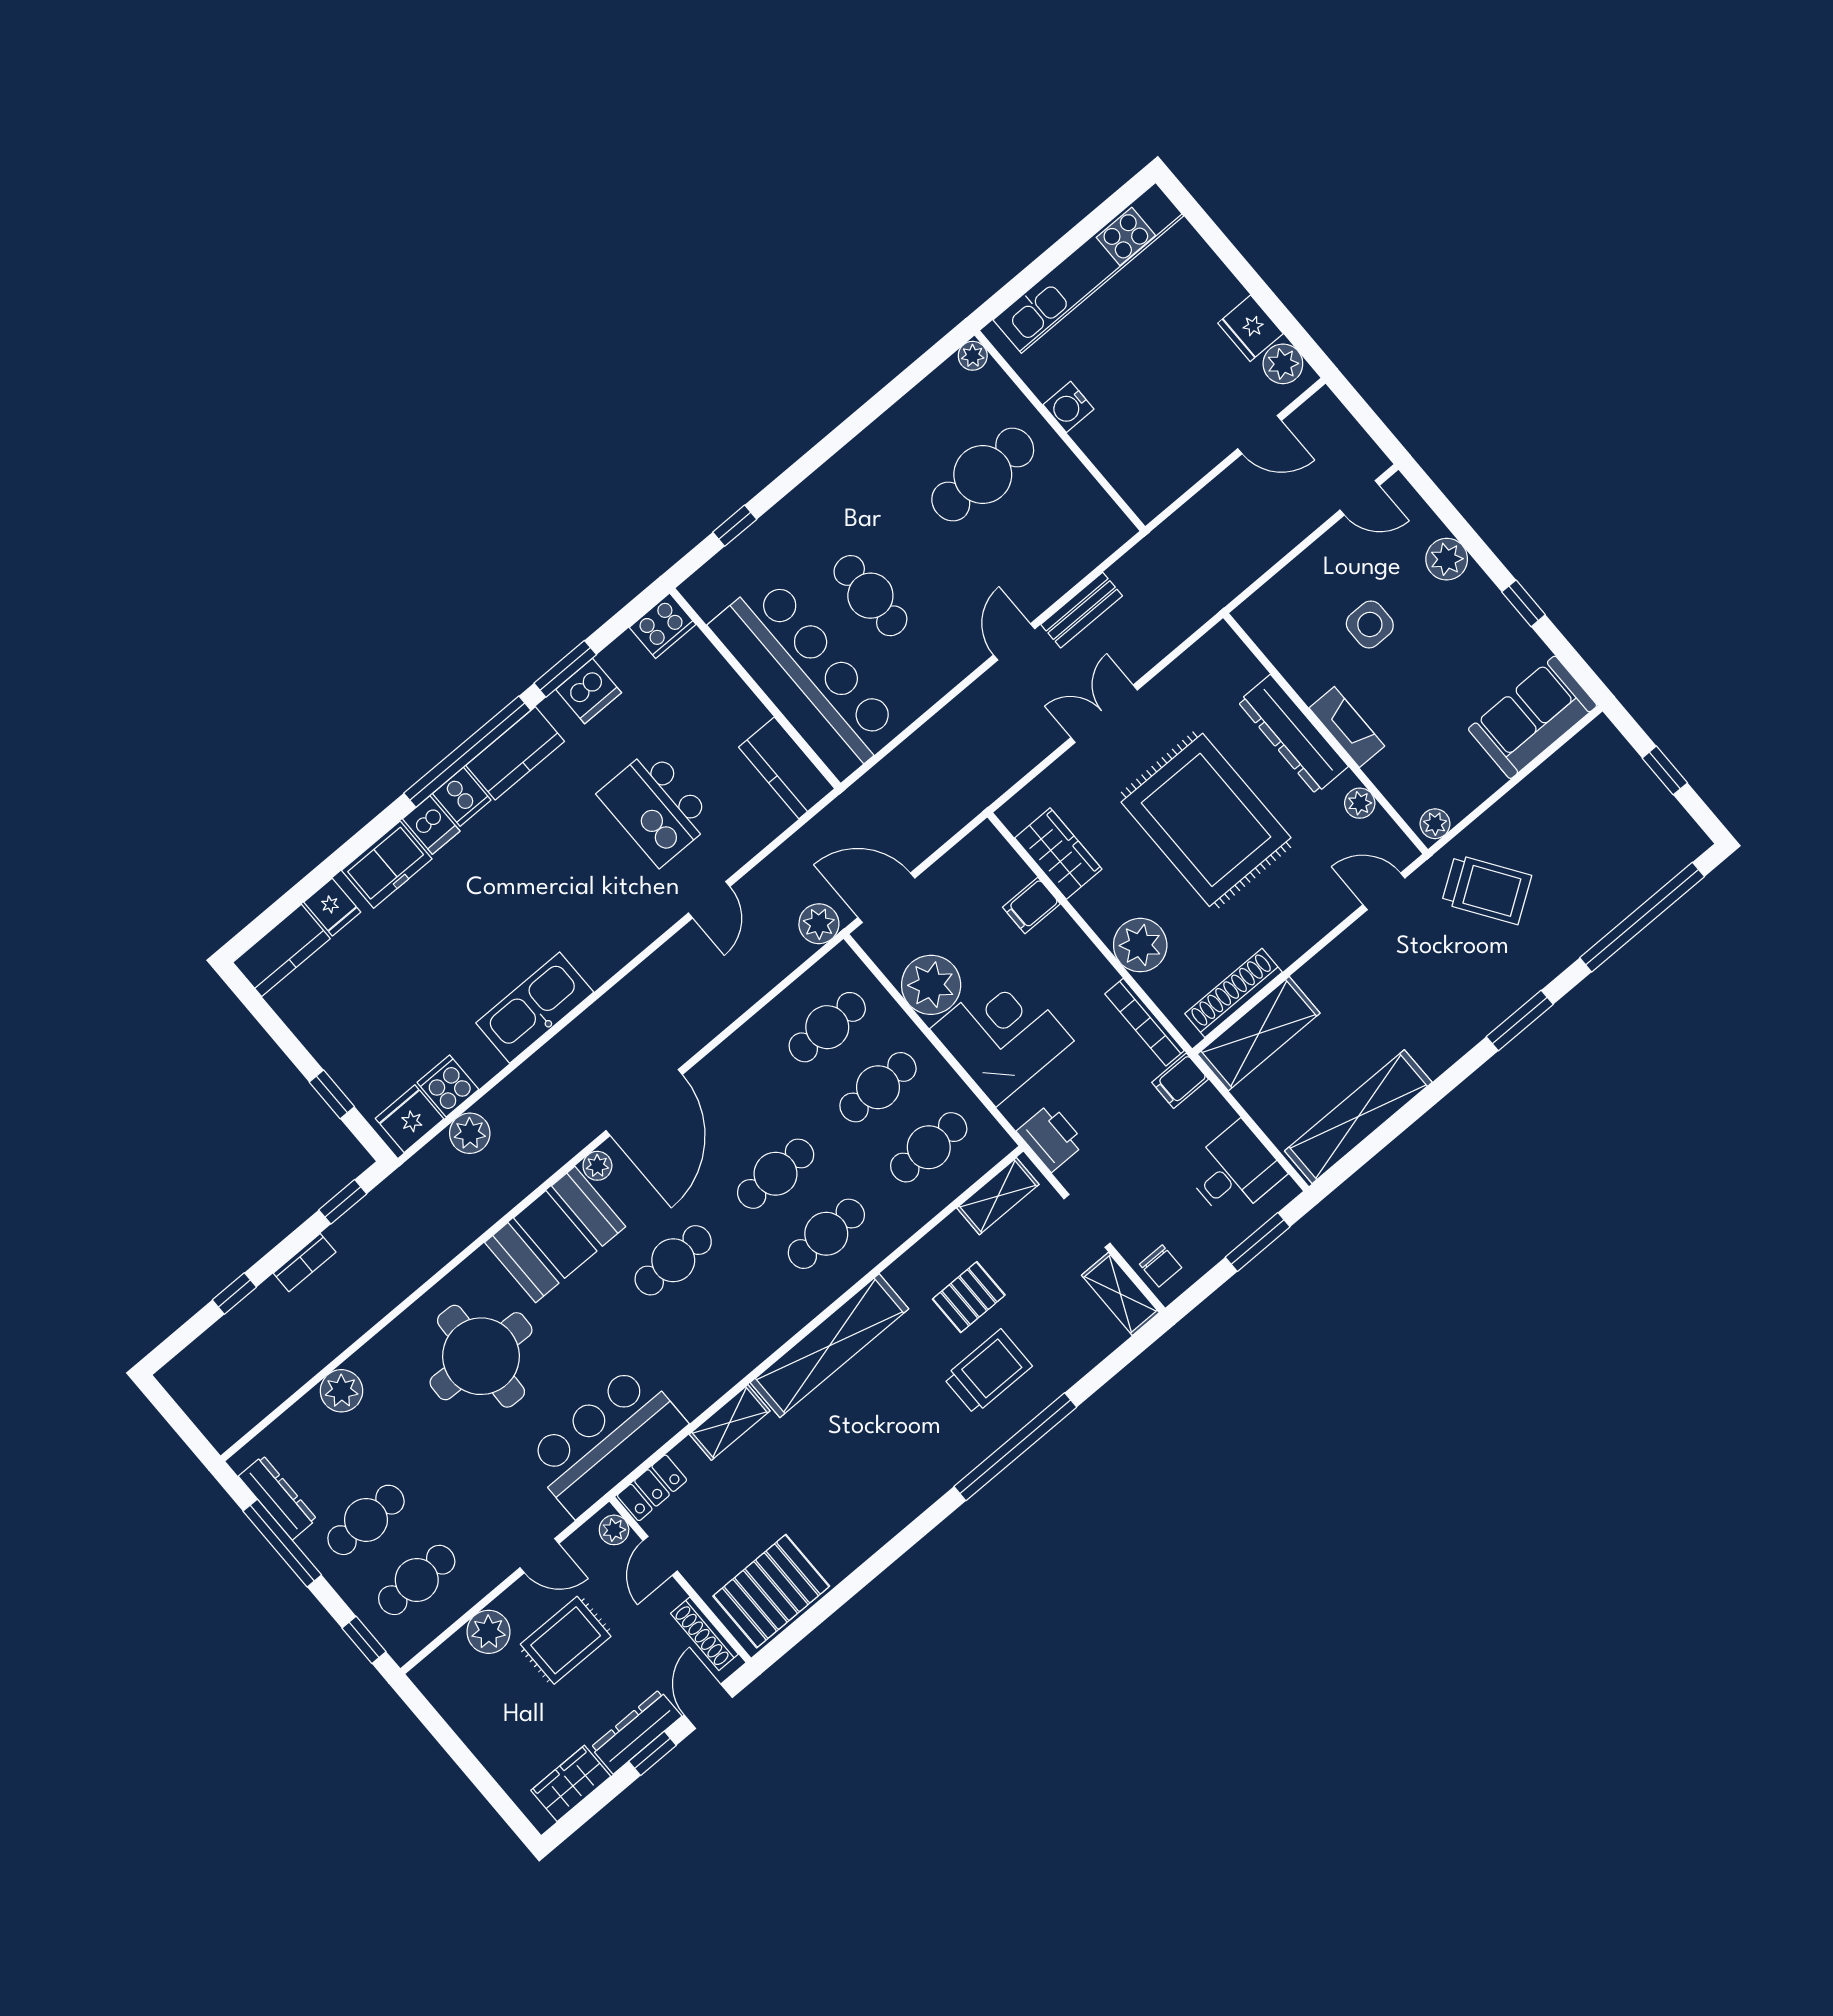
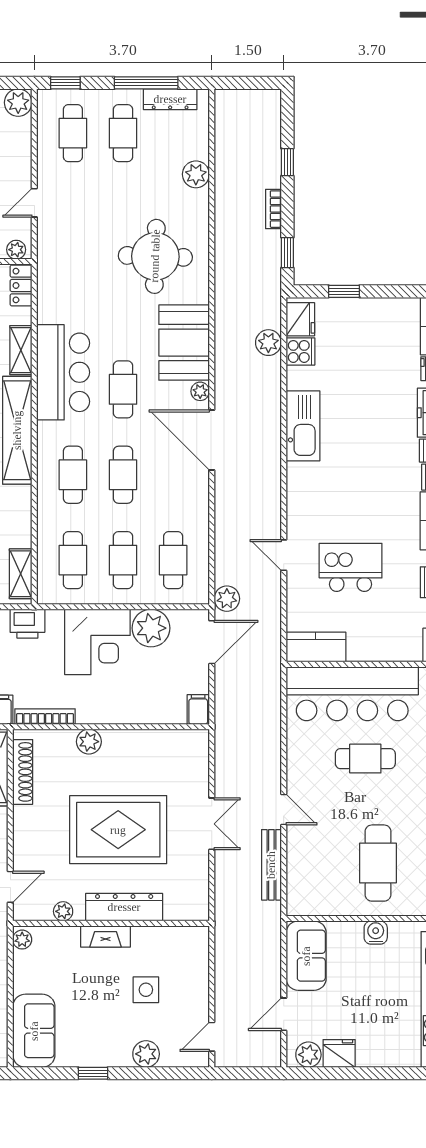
sofa: (1167, 467) -> (306, 956), added
bench: (1082, 610) -> (271, 865), width x1.36
wardrobe: (1058, 853) -> (163, 744), removed
filing cabinet: (1031, 906) -> (198, 709), moved
plant: (1140, 945) -> (89, 742), width x0.73, depth x0.73
bar counter: (606, 1441) -> (63, 372), moved
plant: (489, 1632) -> (18, 103), moved

